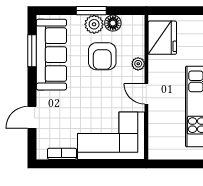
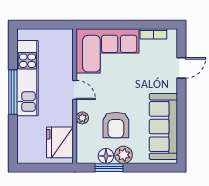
window: (91, 11) -> (109, 168), moved
window: (32, 51) -> (181, 130), removed
armchair: (102, 56) -> (116, 125), turned 180

